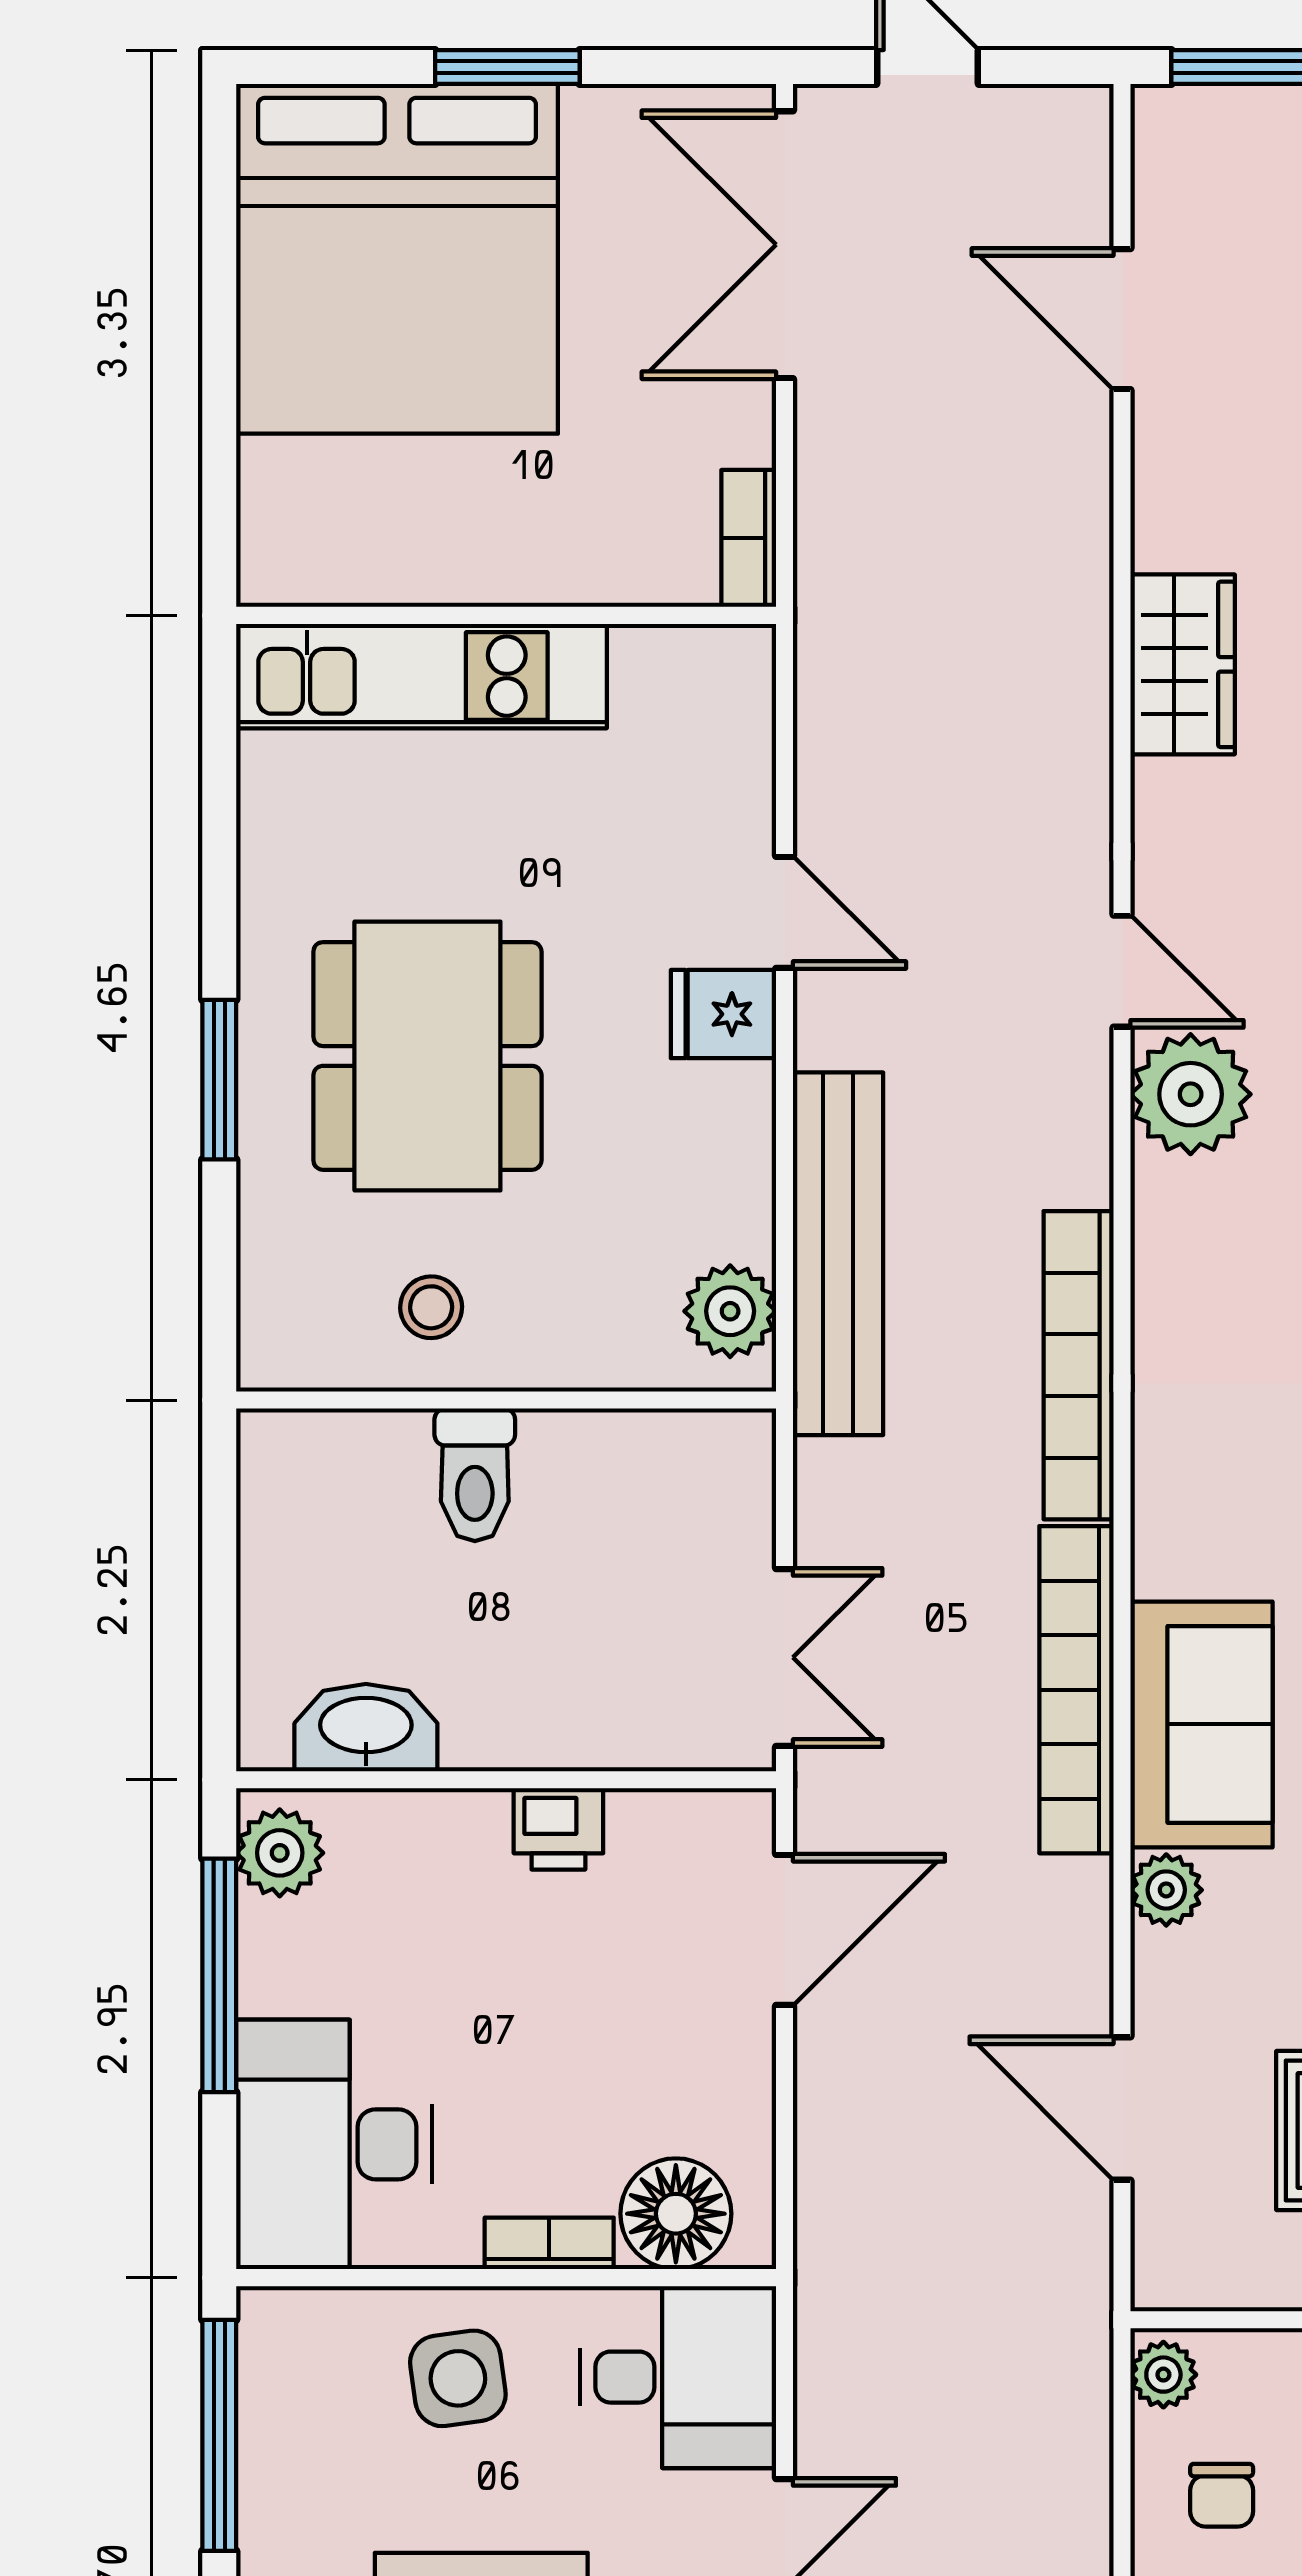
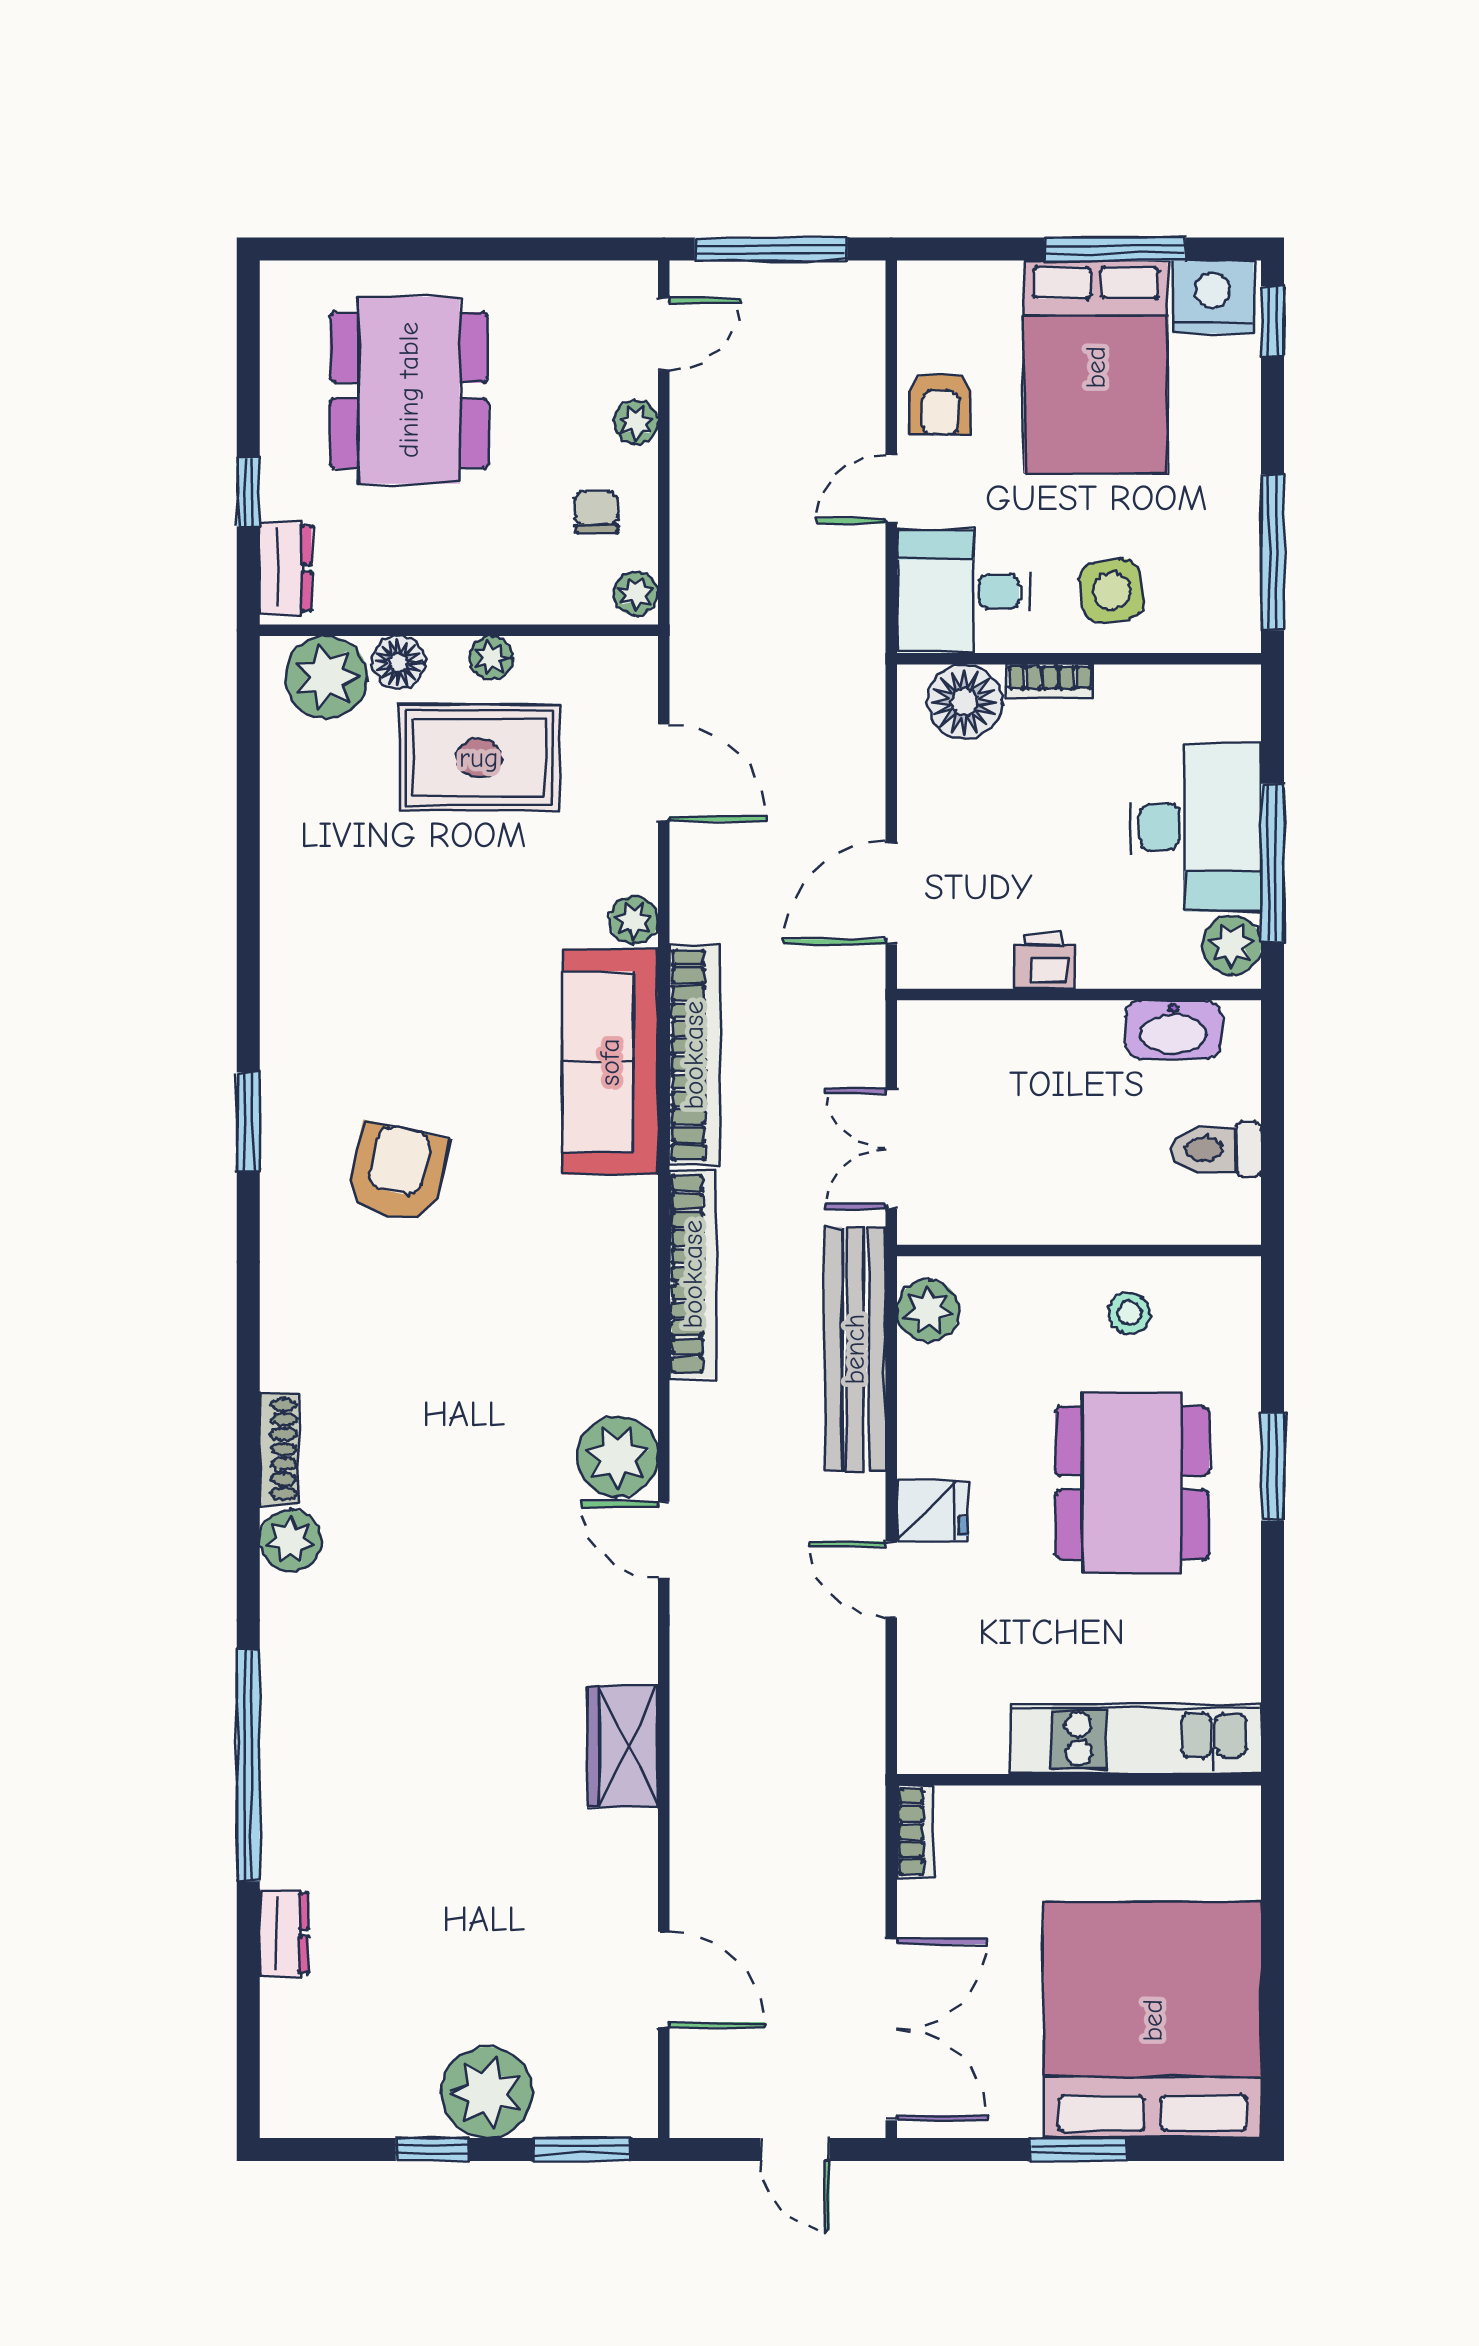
toilet: (475, 1475) -> (1216, 1149), moved, turned -90
double door: (785, 1657) -> (891, 1149), moved
sofa: (1202, 1724) -> (610, 1062), width x1.36
desk: (334, 2144) -> (1195, 827), moved

